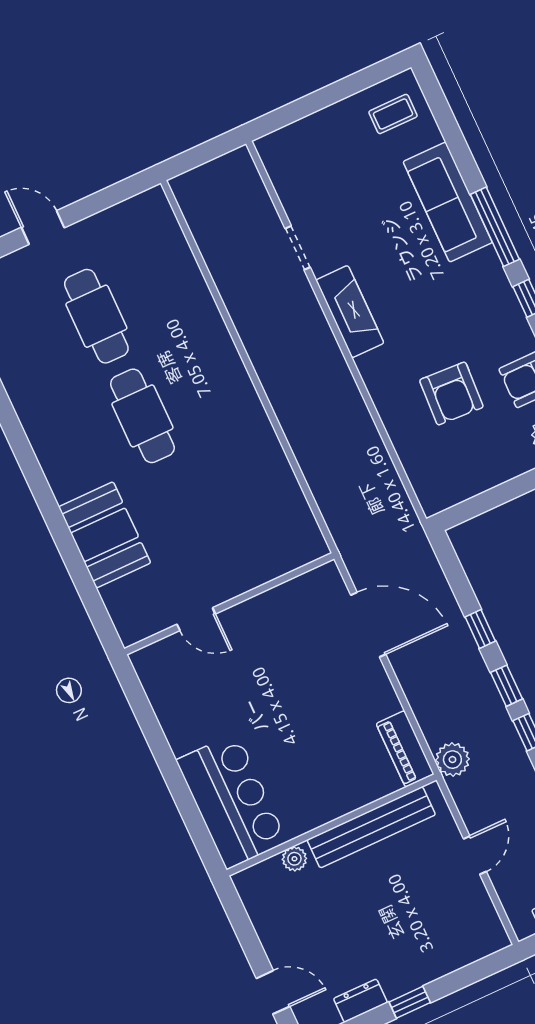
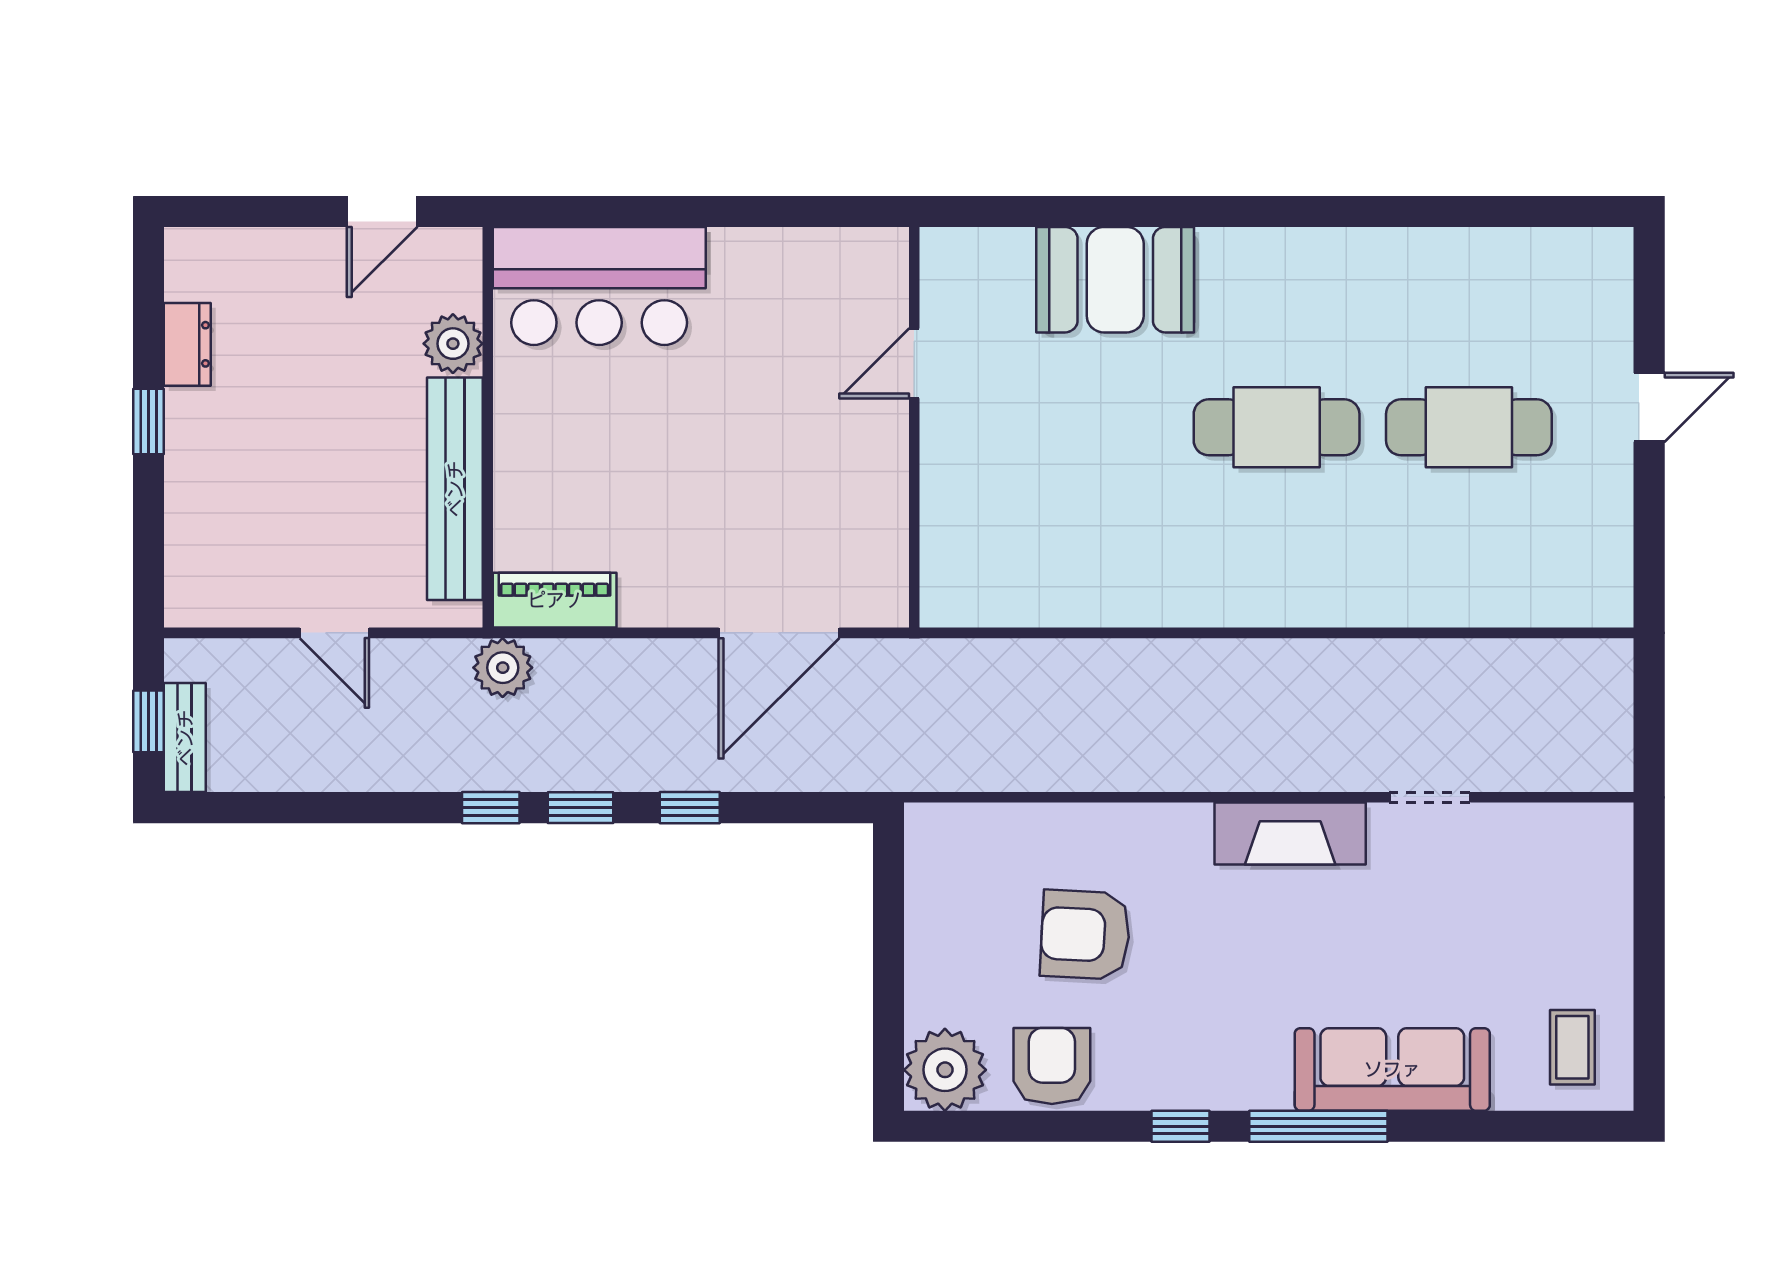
plant: (294, 859) -> (453, 344), width x1.38, depth x1.38
door: (273, 992) -> (382, 211), moved

